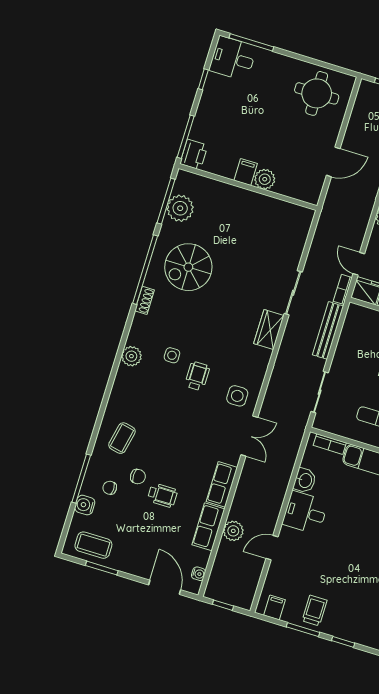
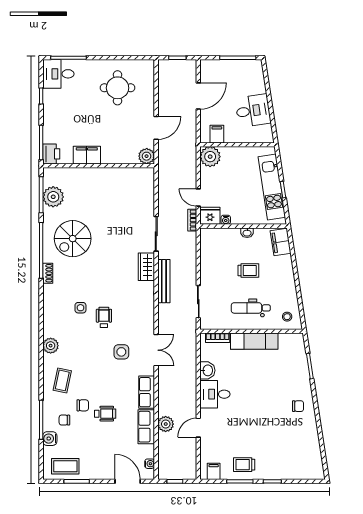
round table: (317, 93) -> (118, 88), moved
filing cabinet: (246, 172) -> (87, 155), width x2.00
plant: (265, 179) -> (147, 156), moved
bench: (328, 330) -> (164, 281), moved
plant: (131, 356) -> (51, 346), moved
side table: (237, 396) -> (121, 352), moved
trolley: (315, 610) -> (244, 465), turned -90

